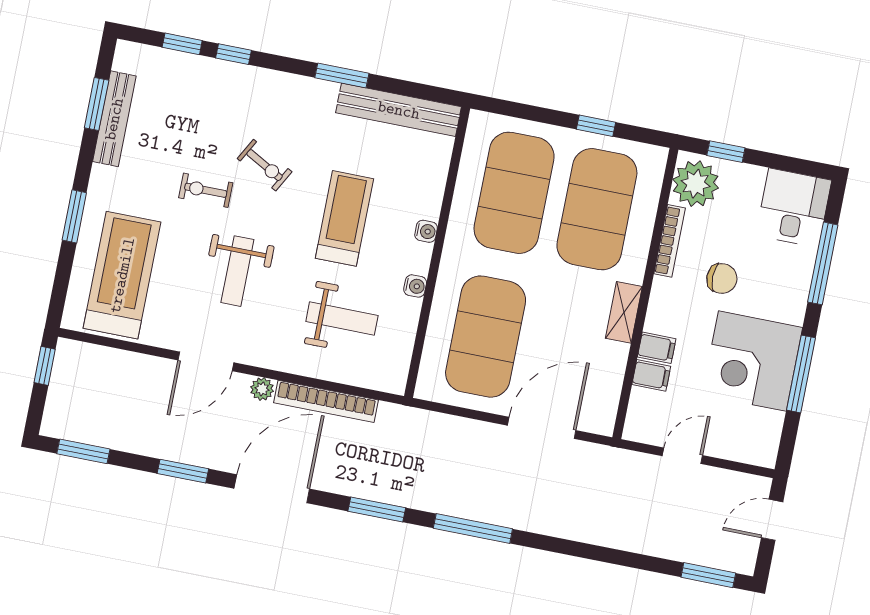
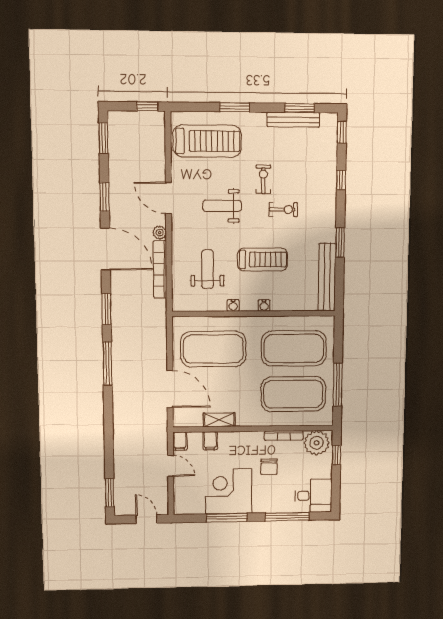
window: (182, 44) -> (342, 132), moved
window: (596, 126) -> (338, 385), width x2.17
exercise bike: (265, 165) -> (283, 209), turned -119
shelving: (624, 312) -> (219, 420), moved
weight bench: (342, 318) -> (207, 269), turned 180
filing cabinet: (657, 348) -> (180, 441), moved

